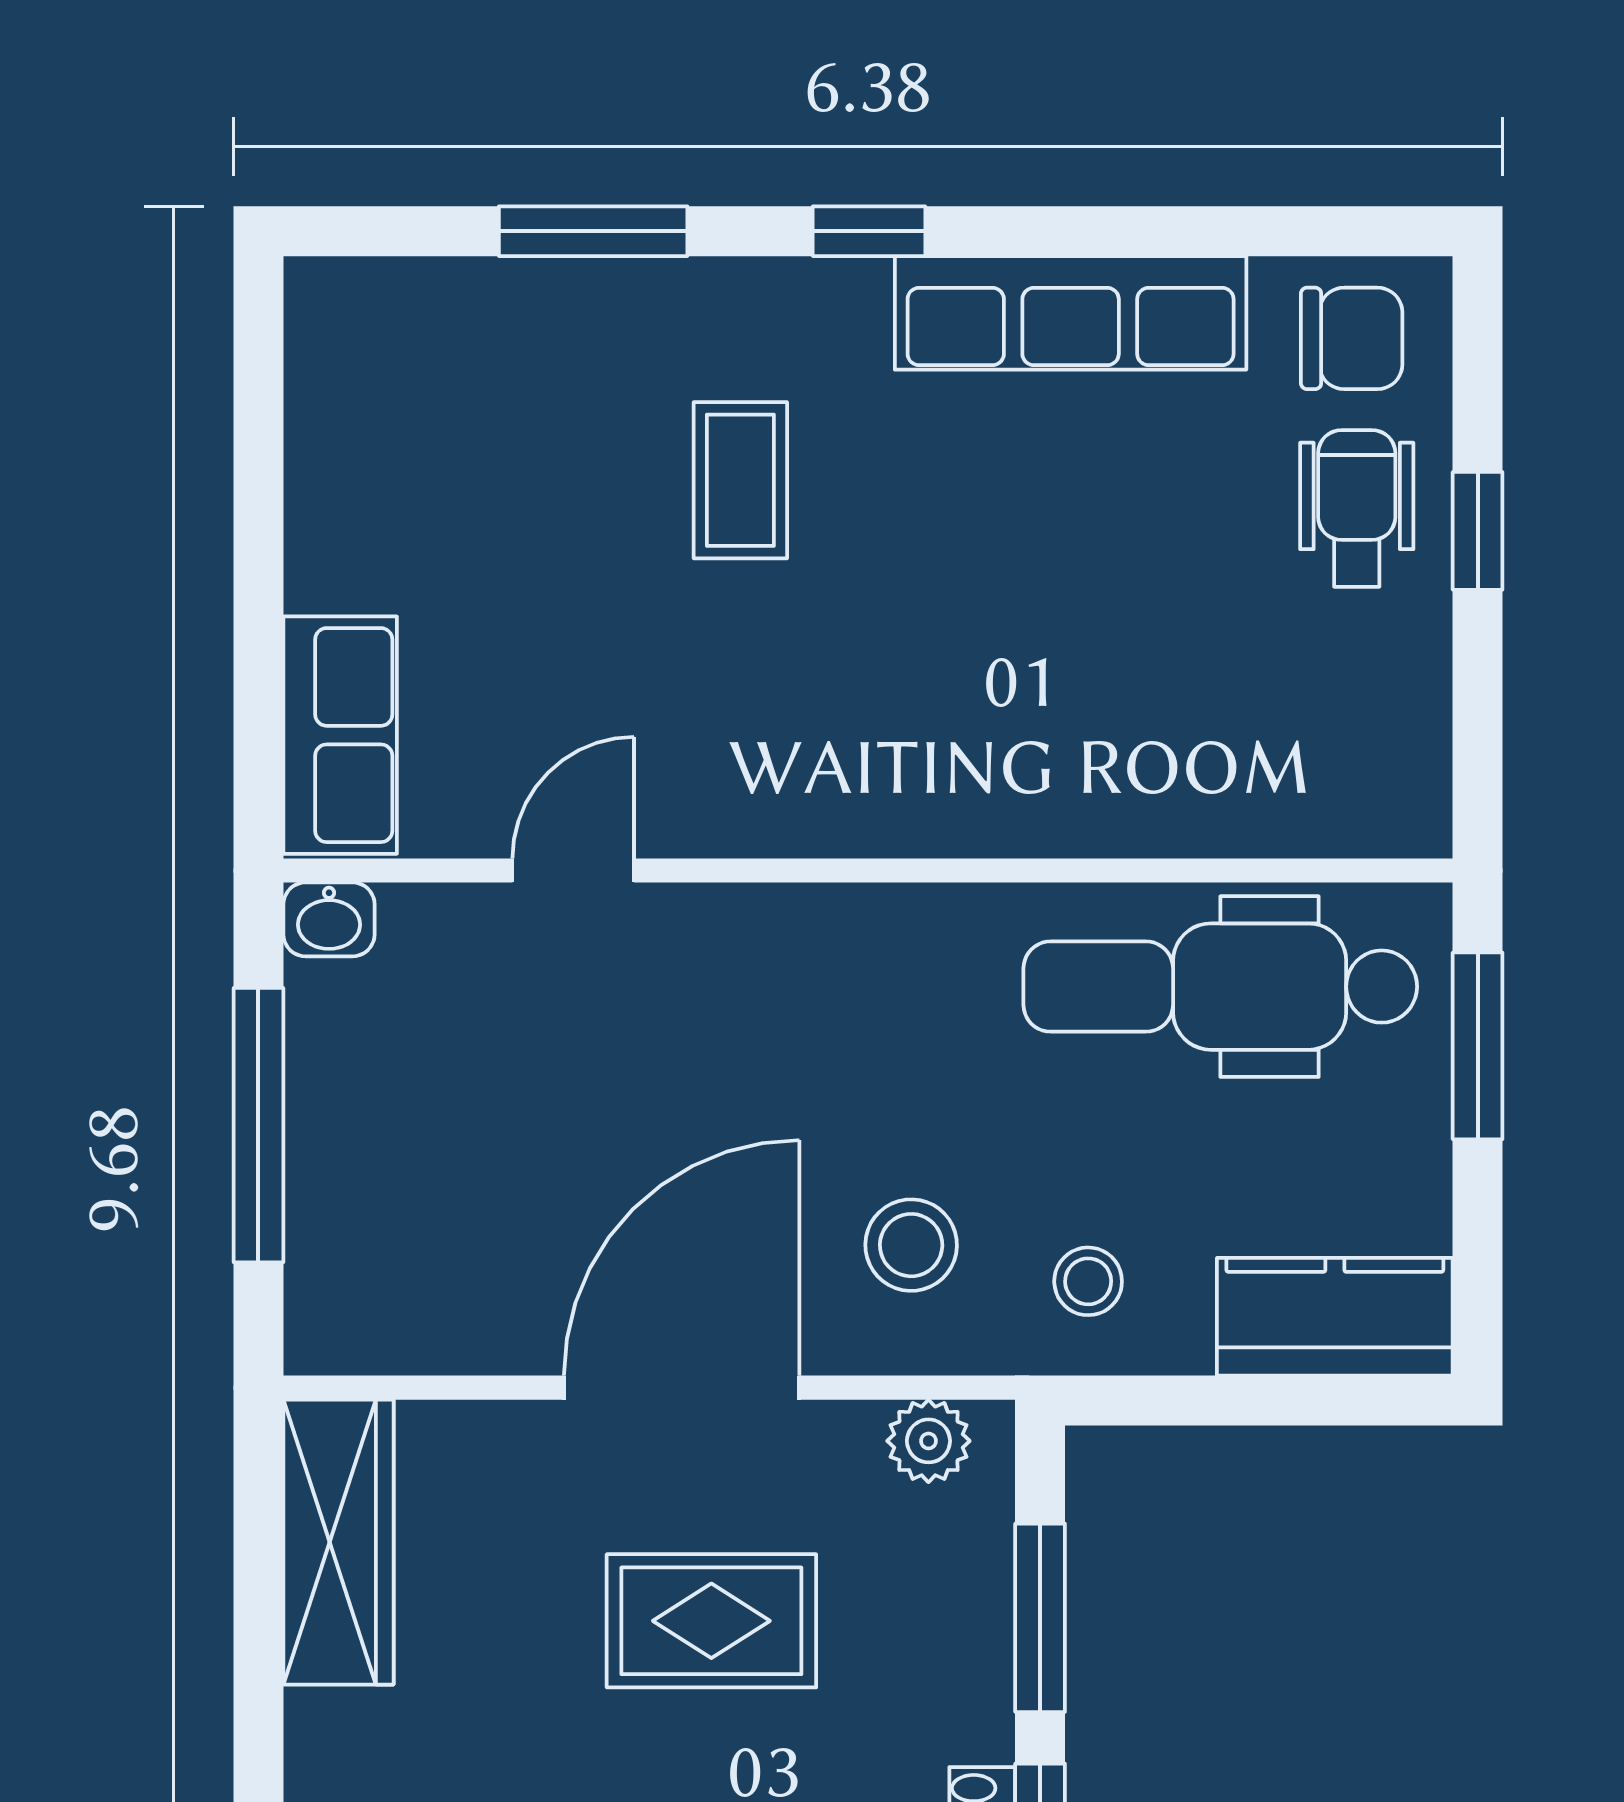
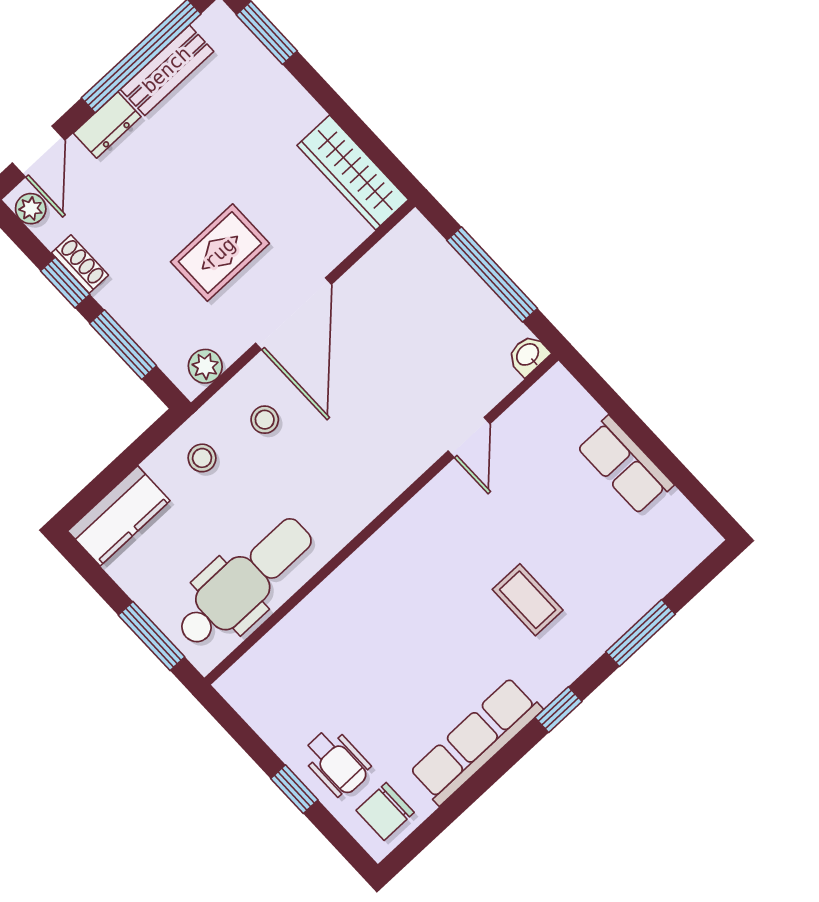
row of seats: (340, 735) -> (625, 465), moved
stool: (911, 1245) -> (265, 420), width x0.73, depth x0.73

